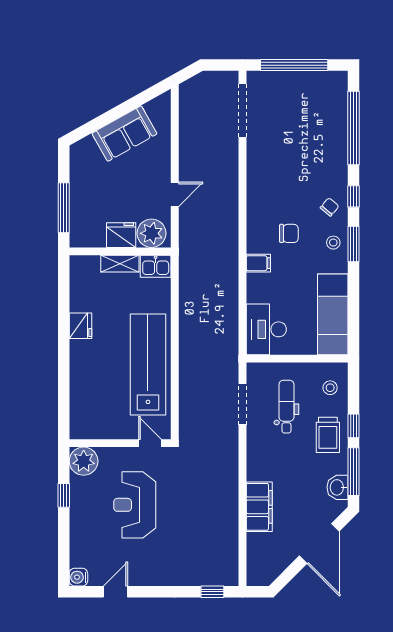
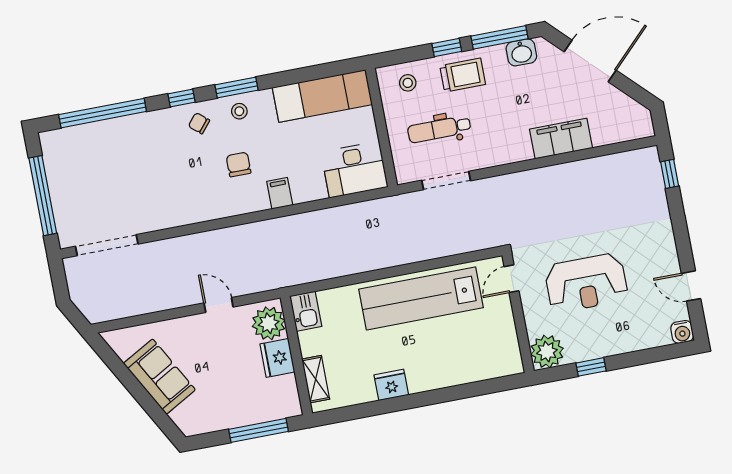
shelving: (120, 264) -> (316, 379), moved

